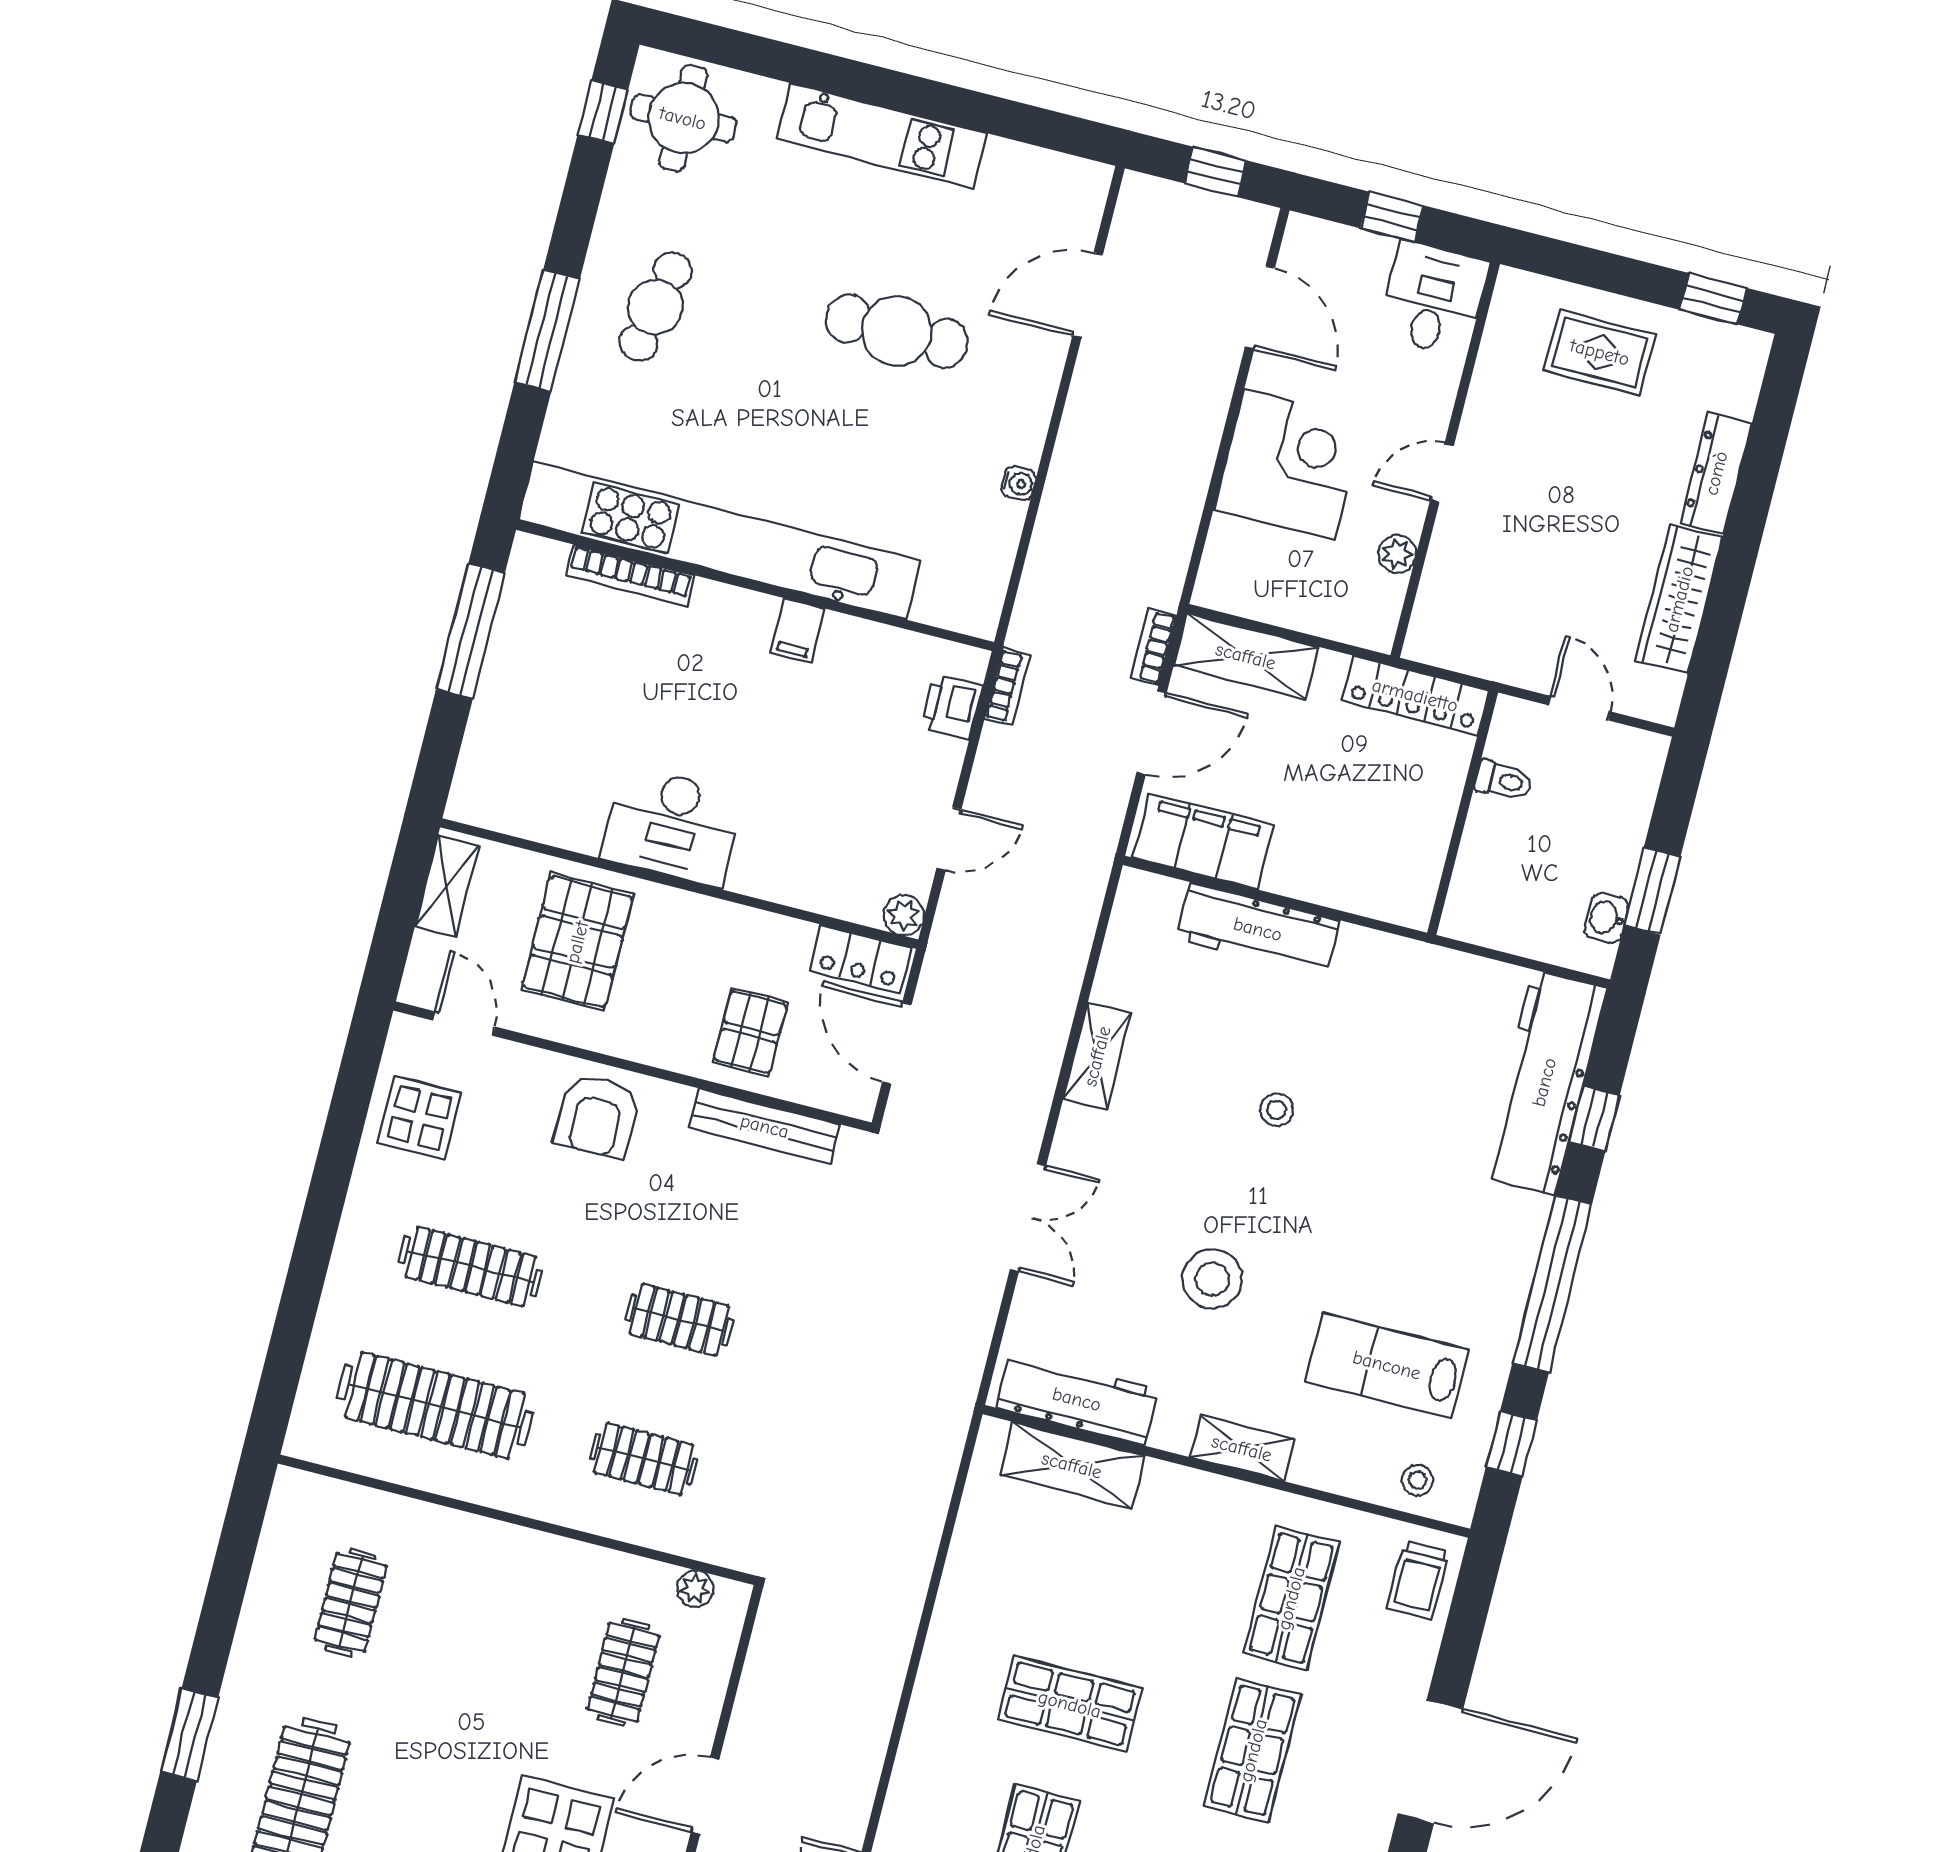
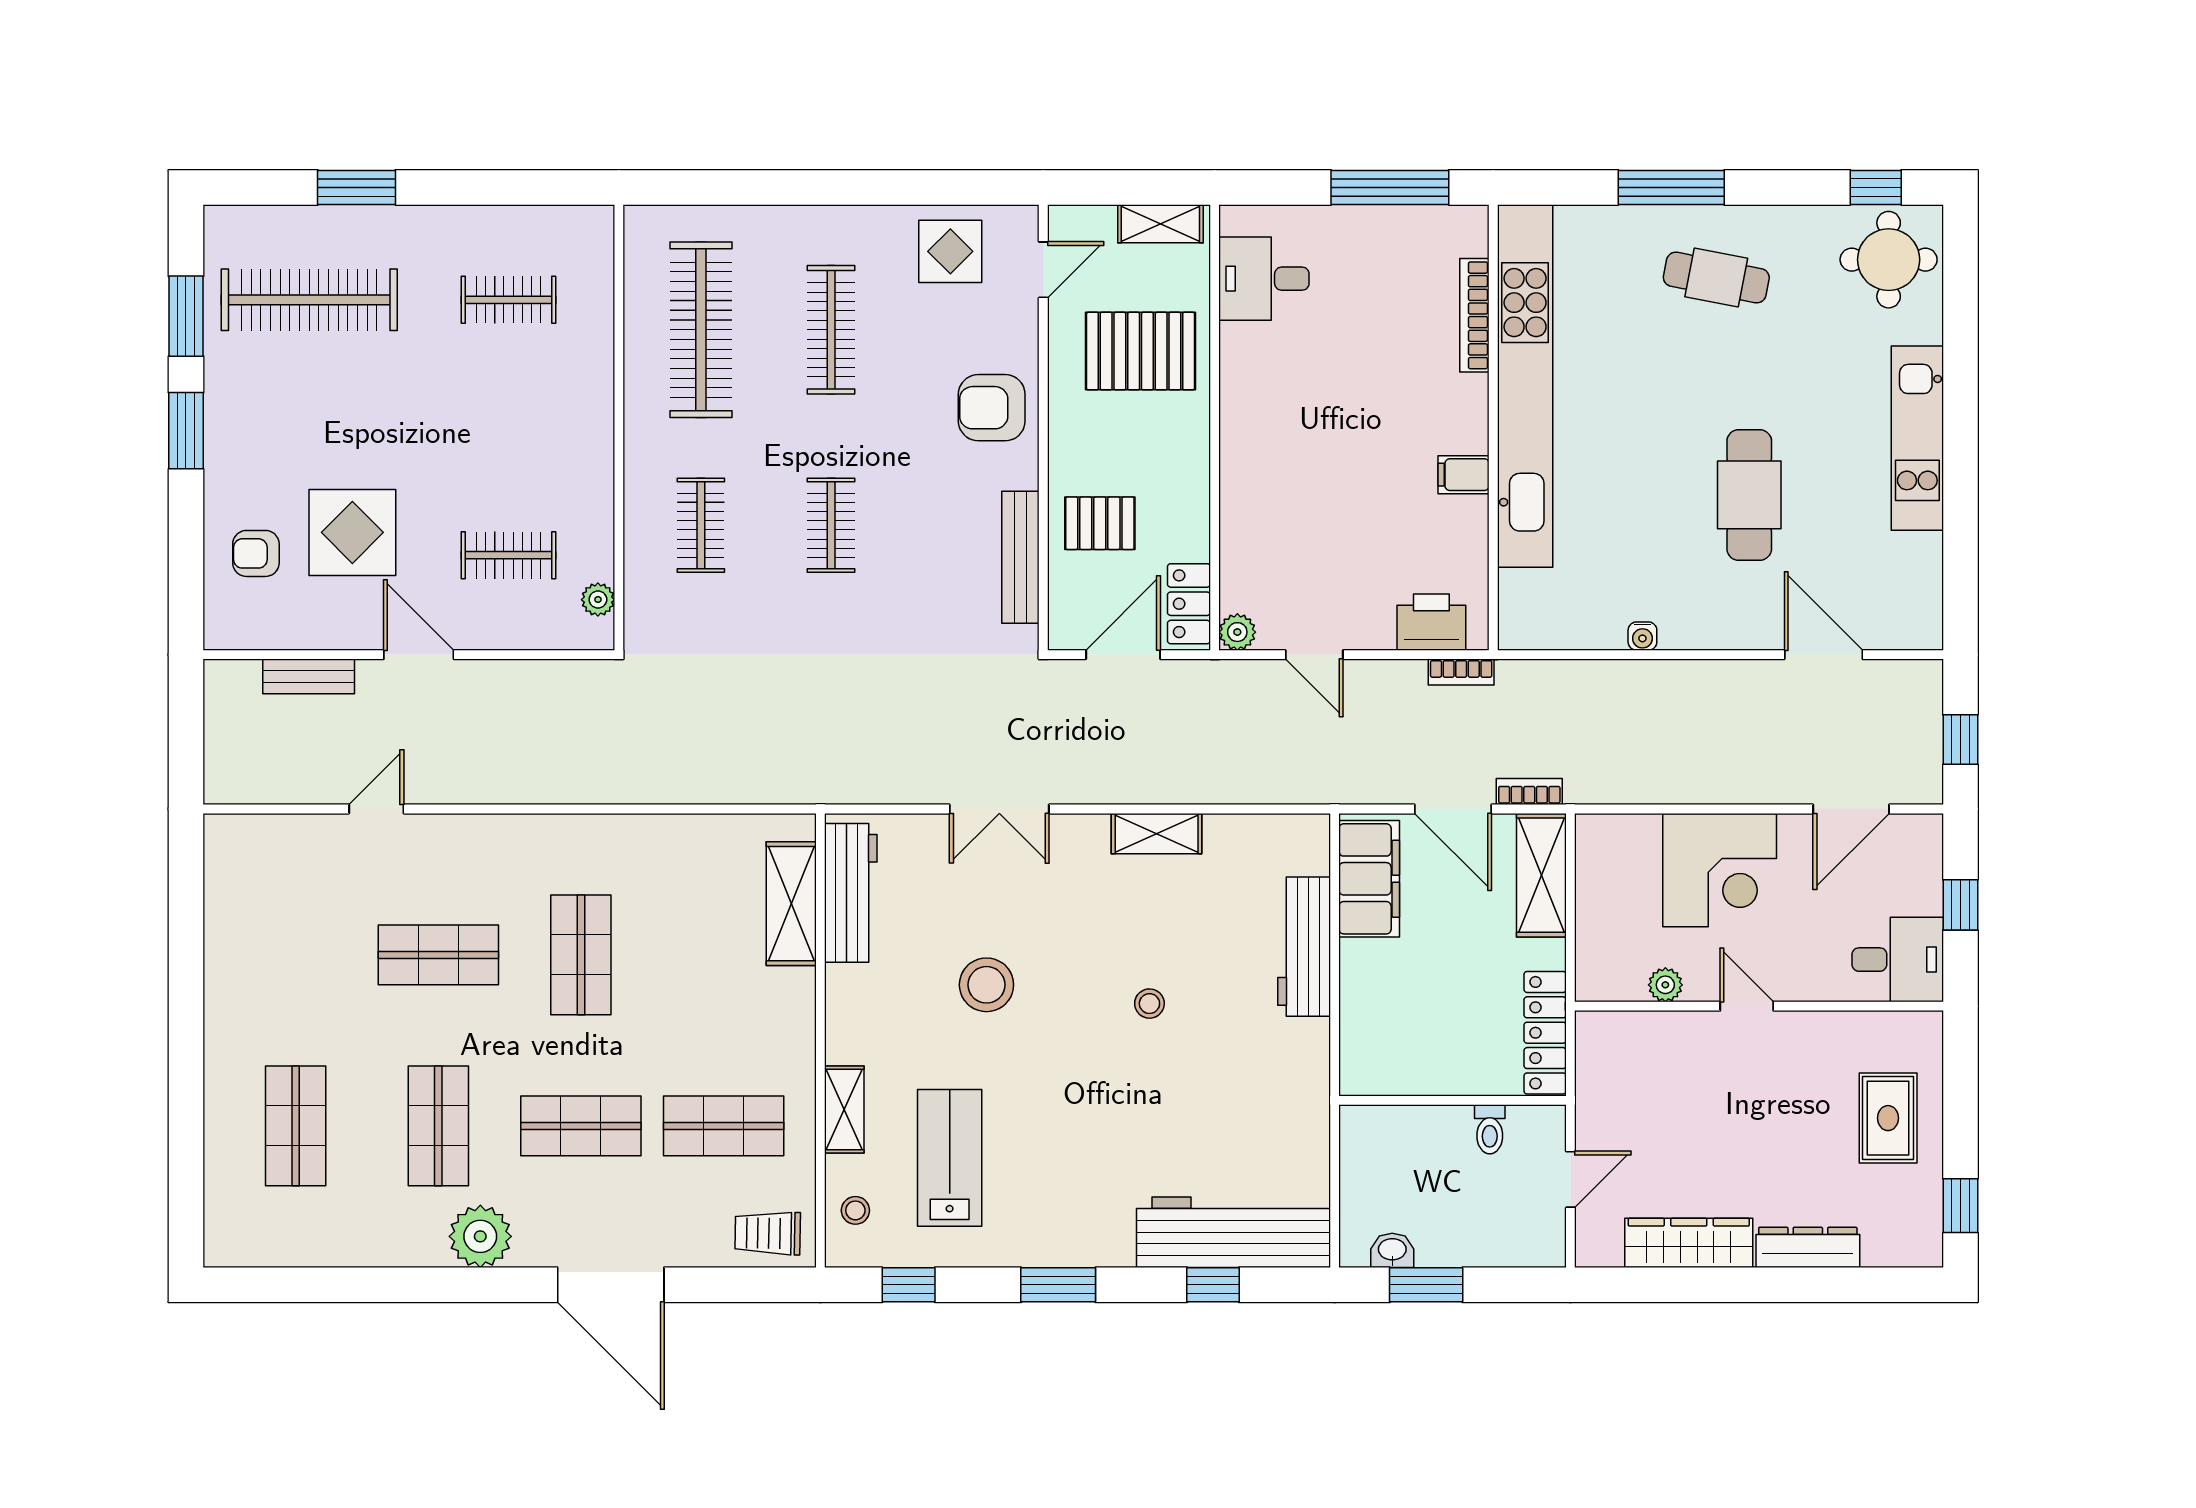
printer: (952, 707) -> (1431, 622), width x1.36, depth x1.24
desk: (673, 826) -> (1264, 279), moved, width x0.73
window: (1552, 1284) -> (1058, 1285), width x0.47
shelving: (1242, 1448) -> (844, 1110), moved

